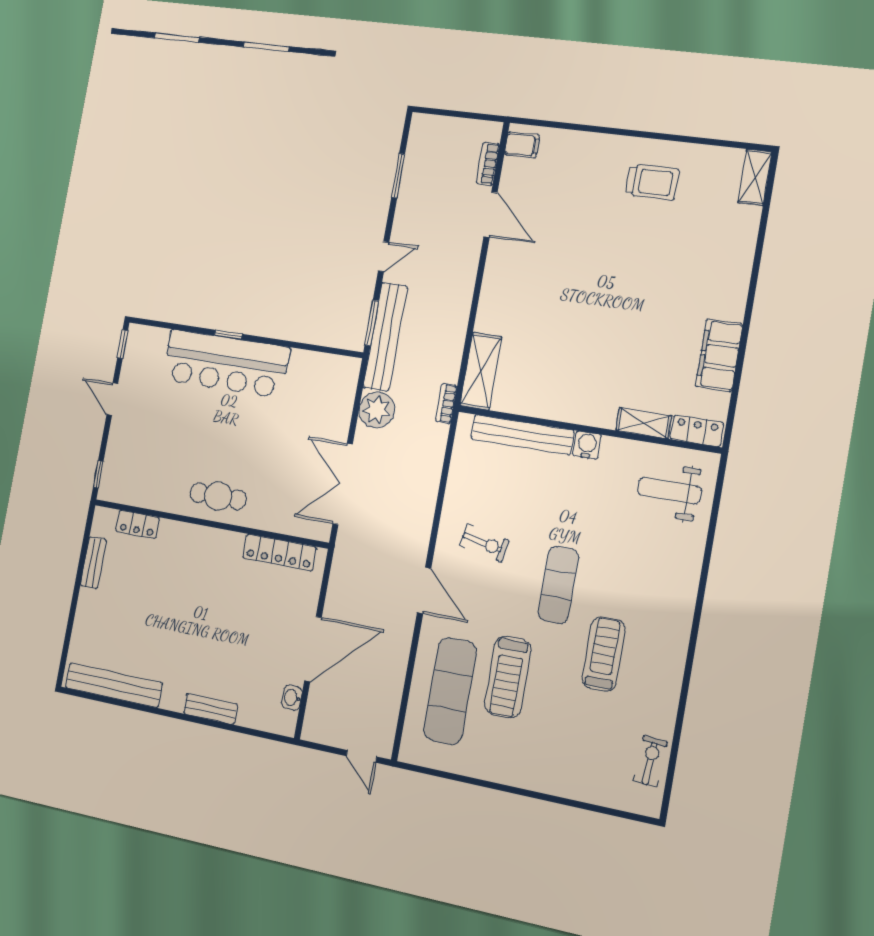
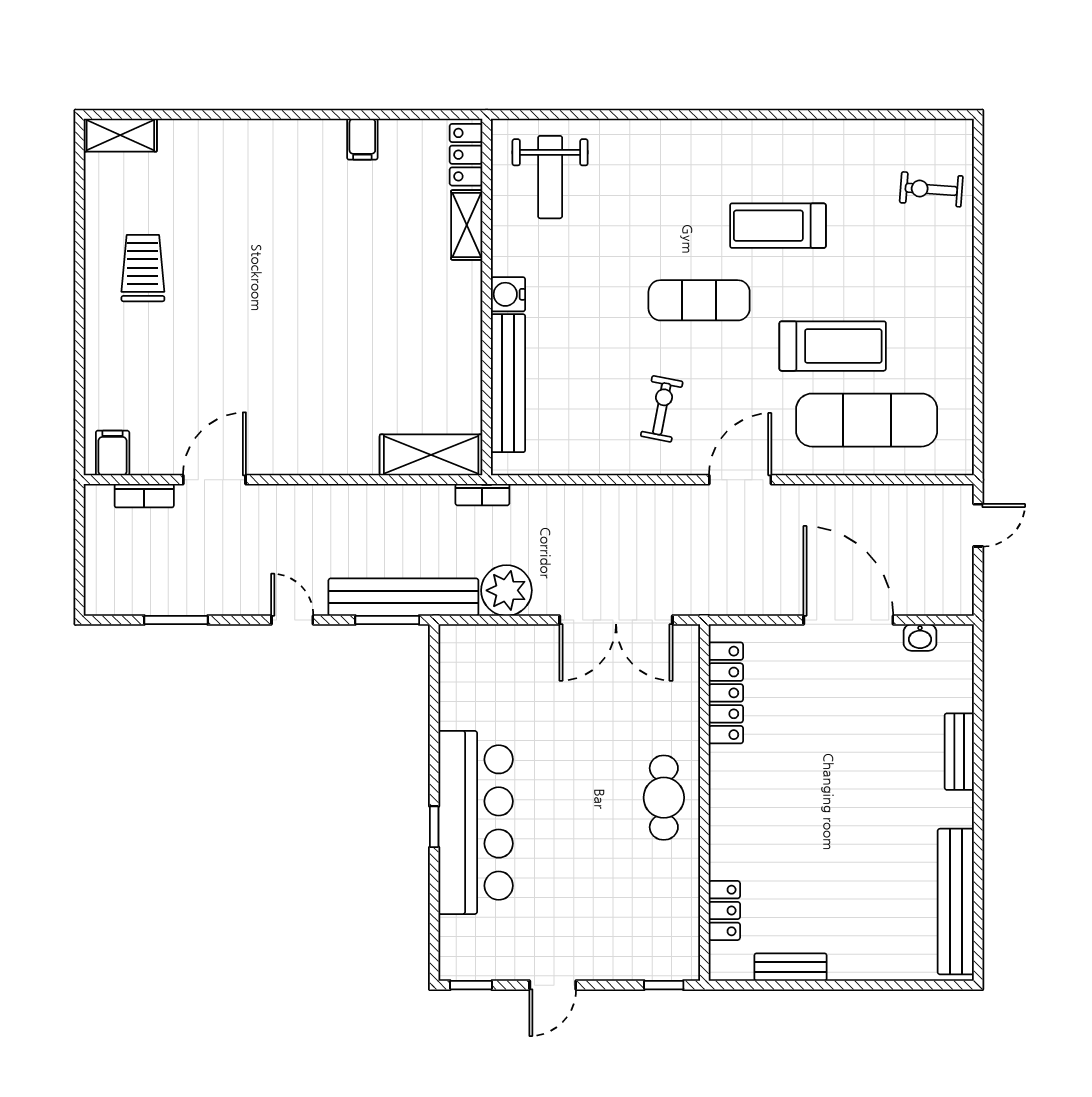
filing cabinet: (719, 355) -> (362, 139), width x0.33, depth x0.86
exercise bike: (650, 761) -> (931, 189), moved

